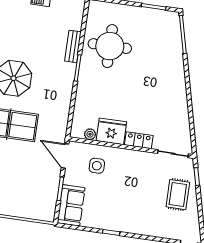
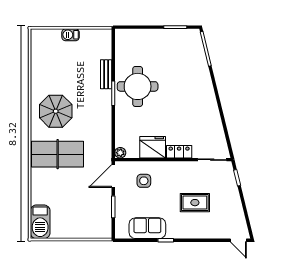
round table: (110, 46) -> (138, 86), moved
plant: (90, 134) -> (120, 153), moved
door: (65, 156) -> (113, 176), hinge flipped
rug: (178, 195) -> (195, 203), moved, turned 90
sofa: (71, 205) -> (147, 228), moved, turned -90

